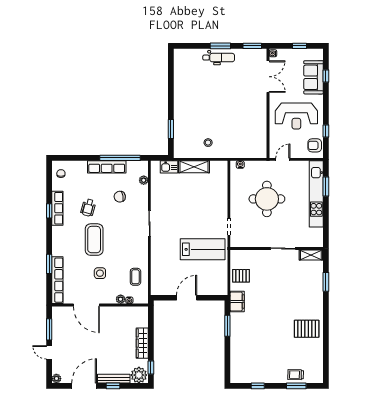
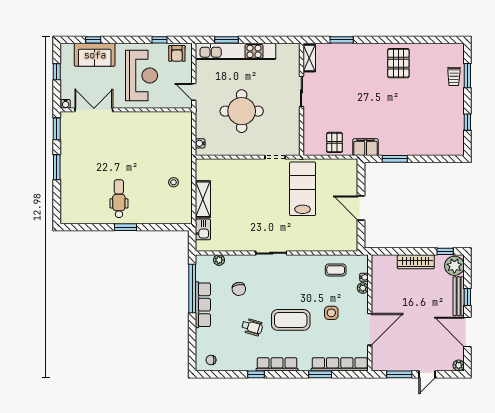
dental chair: (219, 58) -> (119, 199), moved
window: (171, 129) -> (126, 227), moved
row of seats: (57, 208) -> (277, 364), moved

